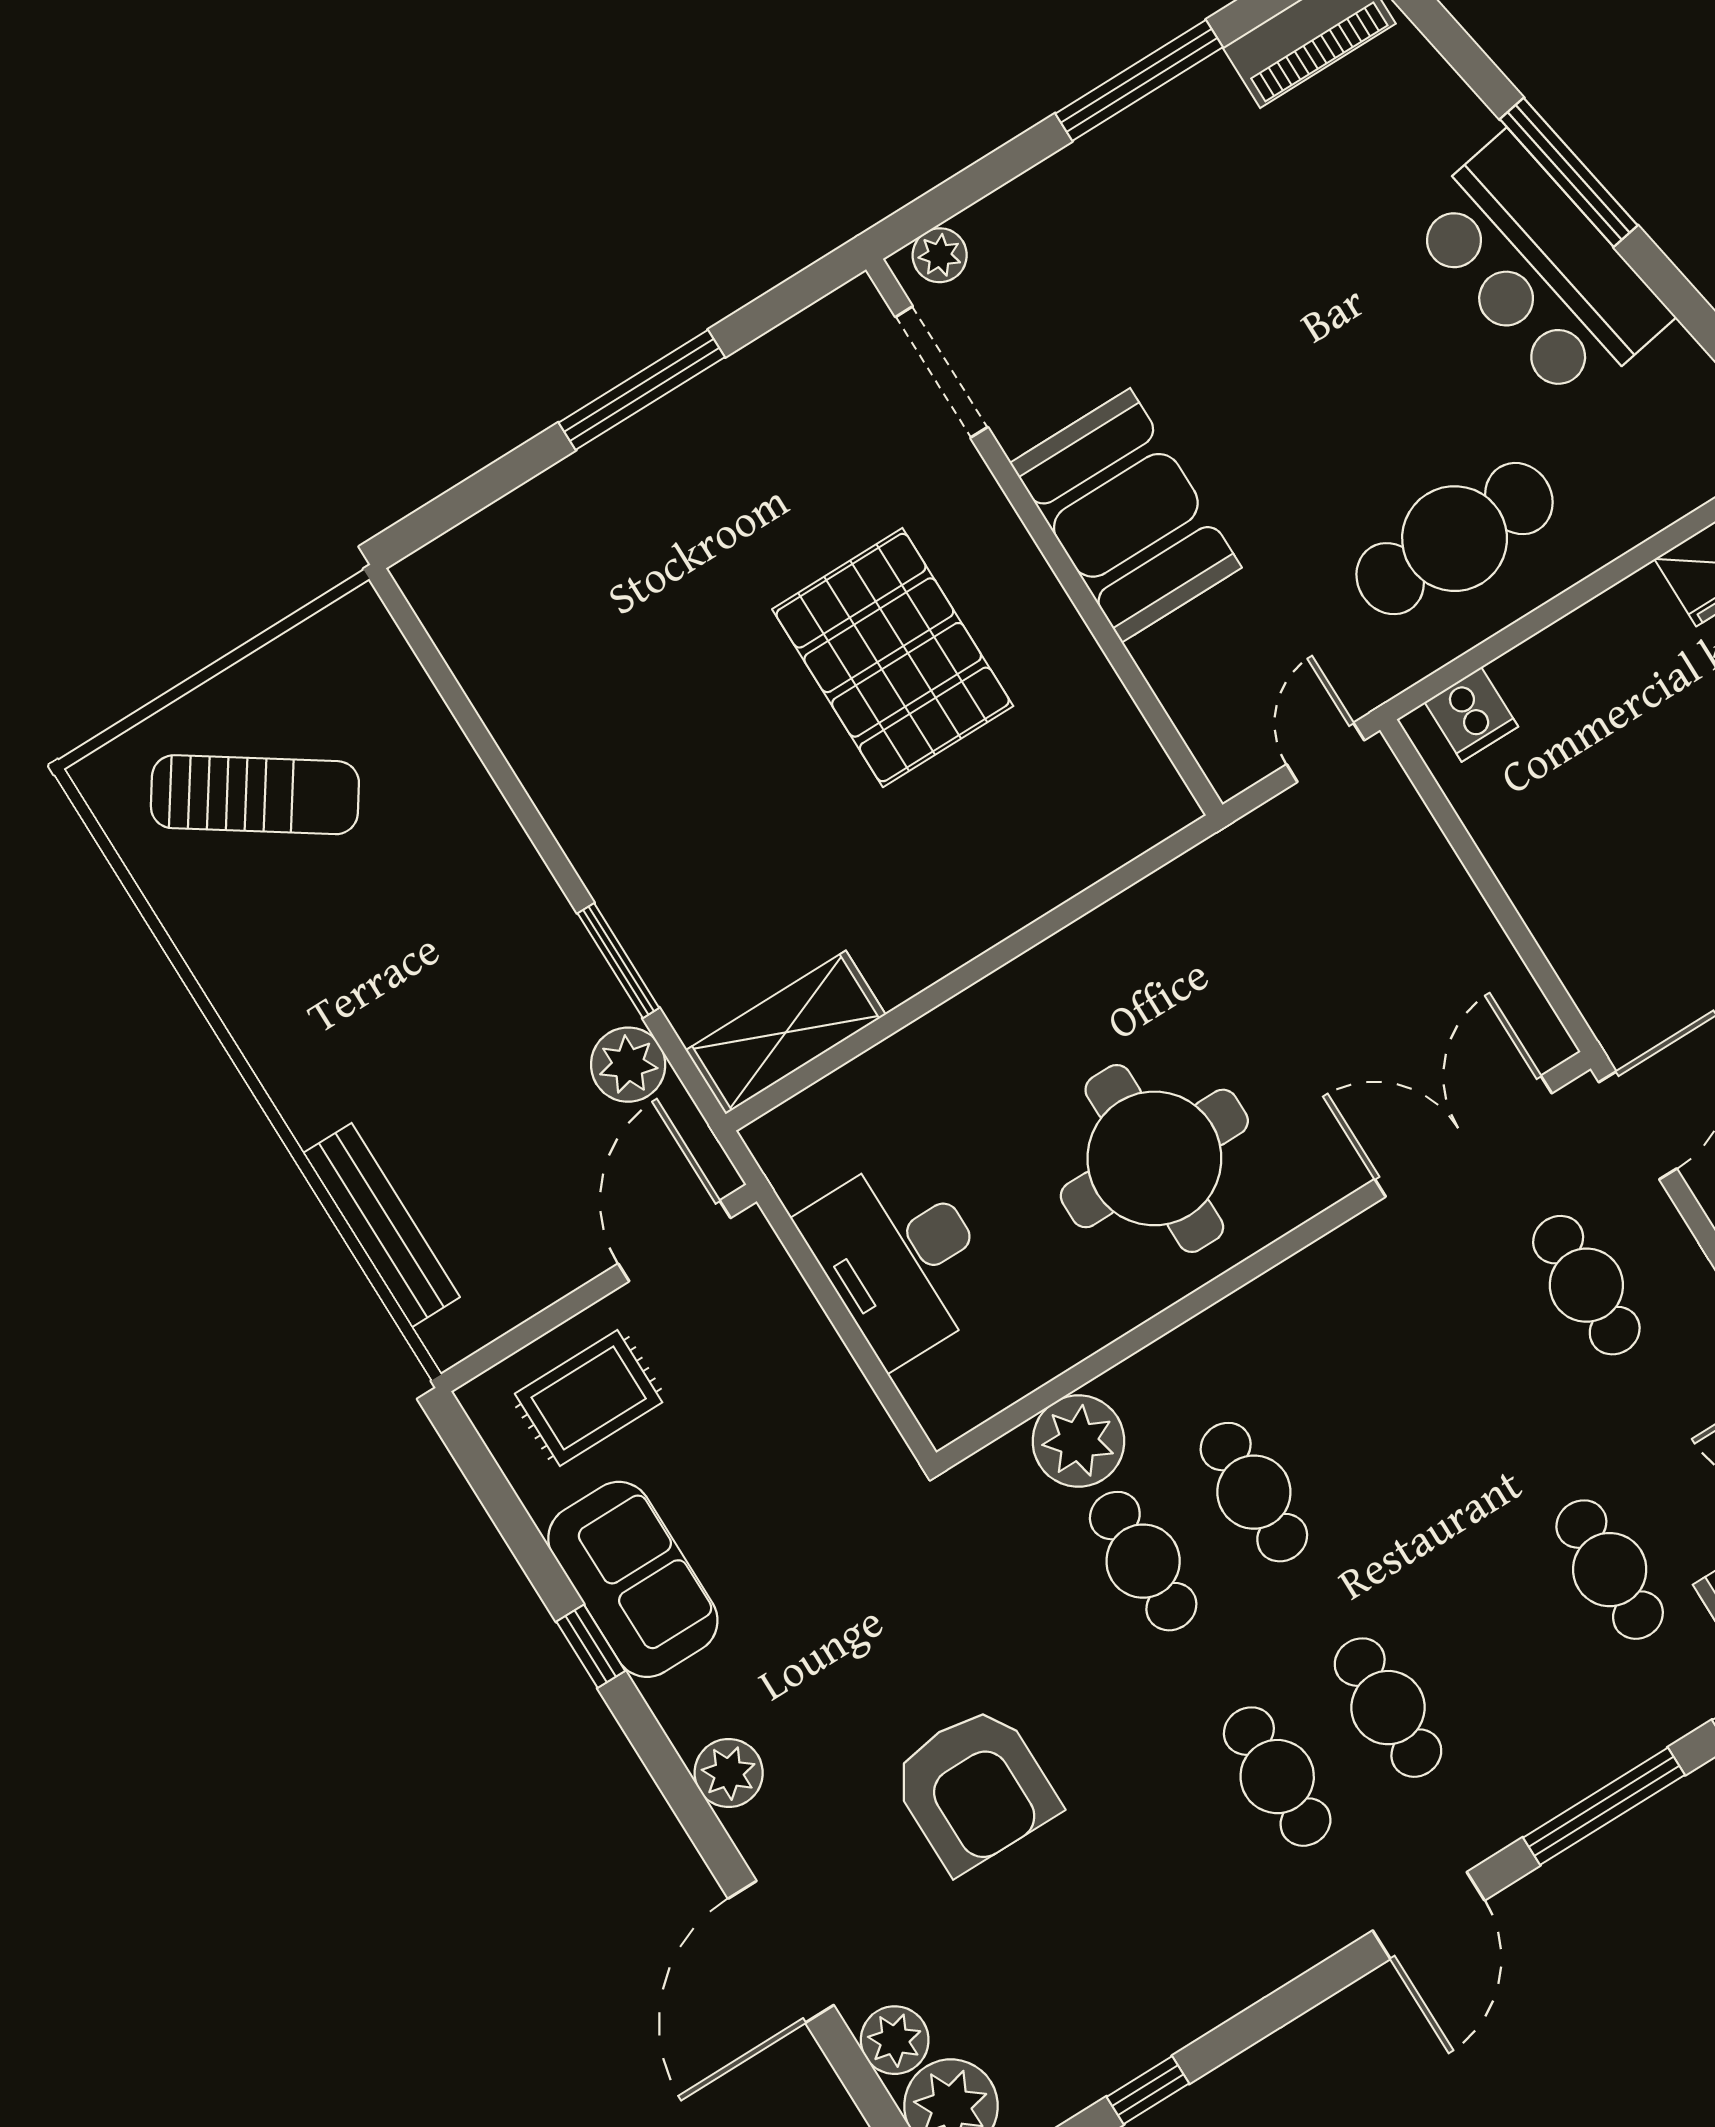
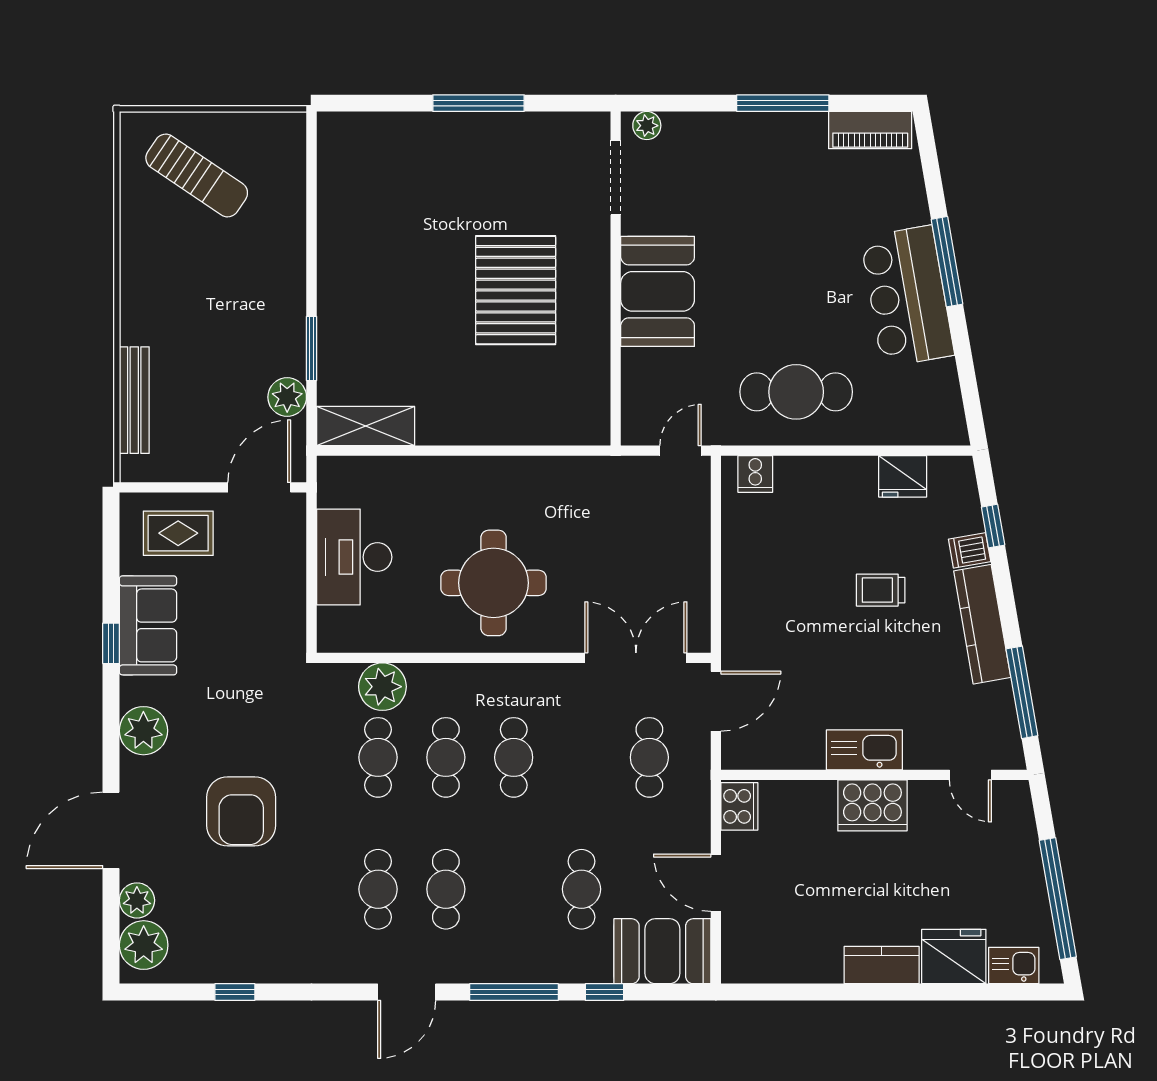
cafe table: (1365, 1423) -> (514, 757), added
plant: (729, 1773) -> (143, 731), width x1.36, depth x1.36

